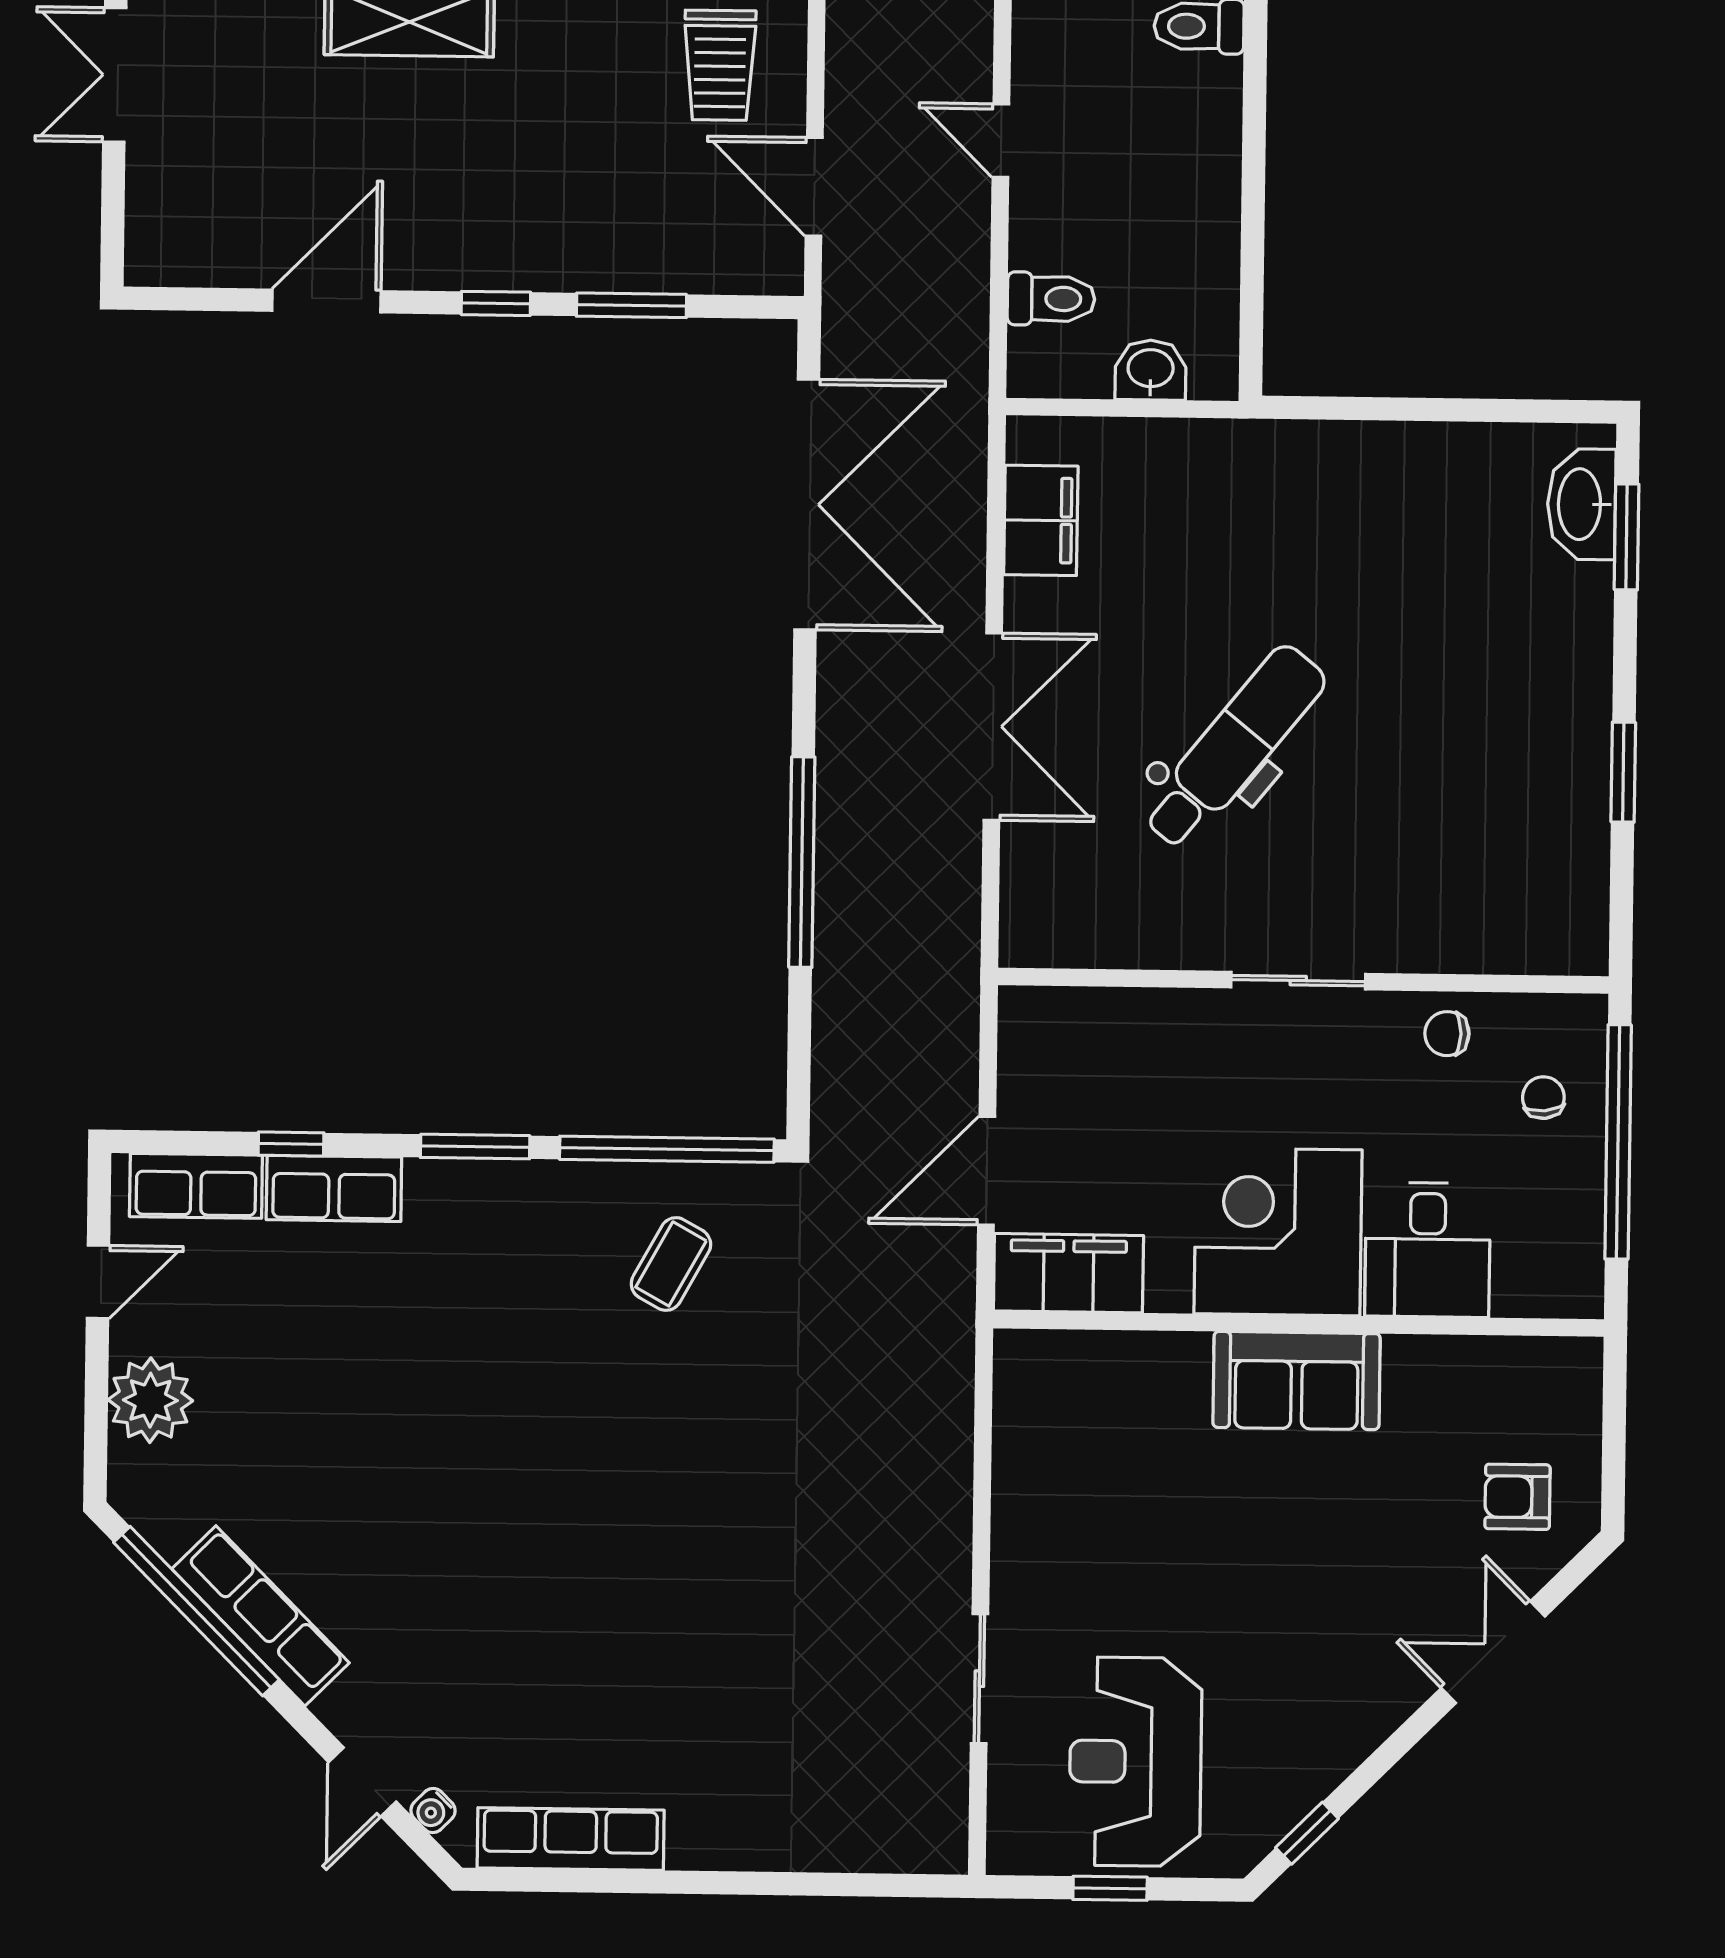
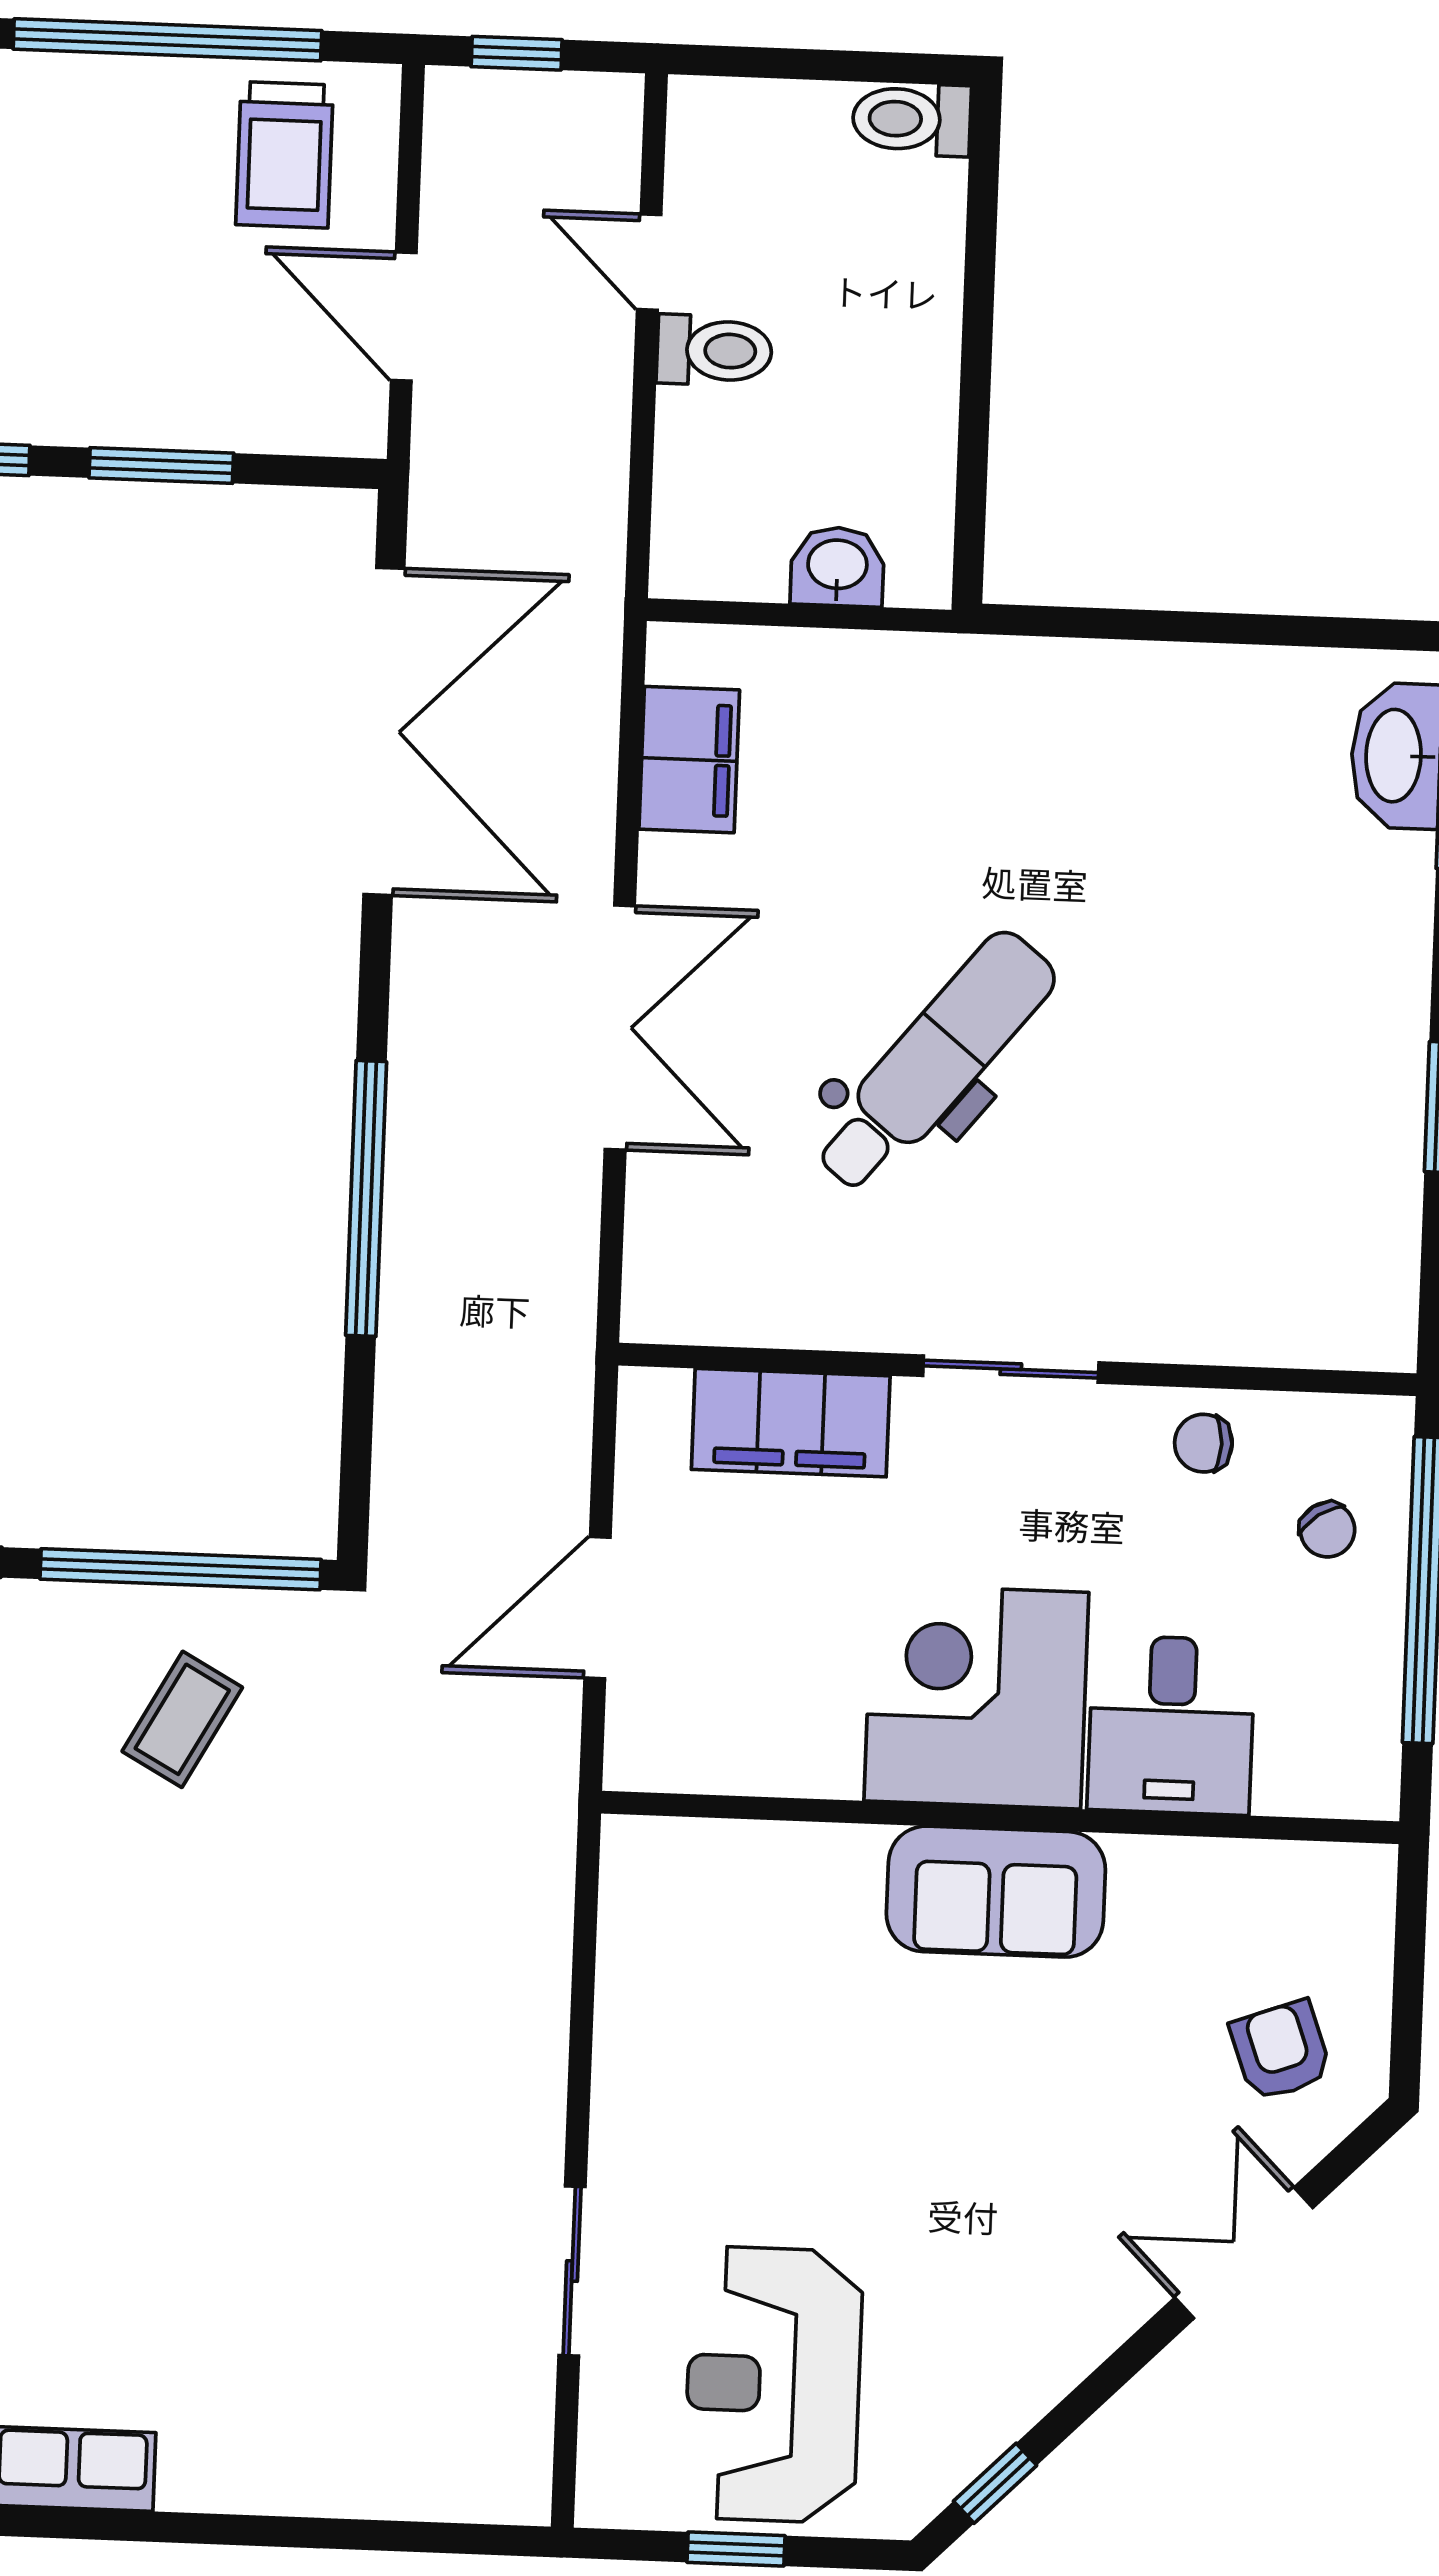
toilet: (1051, 299) -> (714, 350), moved
chair: (1543, 1098) -> (1327, 1530), turned 152
filing cabinet: (1068, 1273) -> (791, 1423), moved, turned 180
armchair: (1517, 1497) -> (1281, 2051), turned 70

